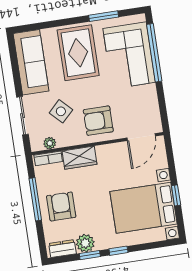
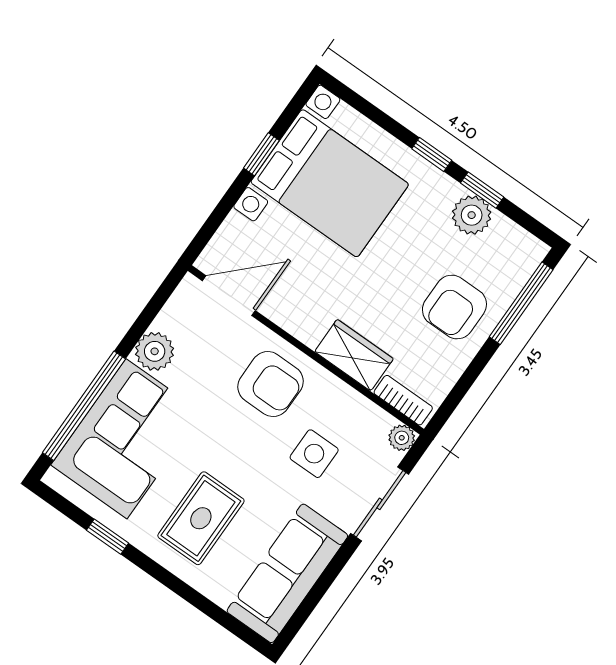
window: (104, 16) -> (108, 537), width x0.67
rug: (78, 53) -> (201, 518), width x0.73, depth x0.70
plant: (148, 94) -> (155, 351), added
side table: (61, 111) -> (314, 454), turned 45
plant: (50, 143) -> (402, 438), moved
window: (35, 199) -> (521, 303), moved
dresser: (62, 249) -> (515, 240), removed

